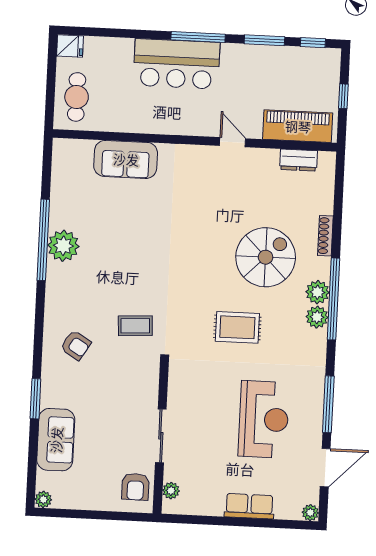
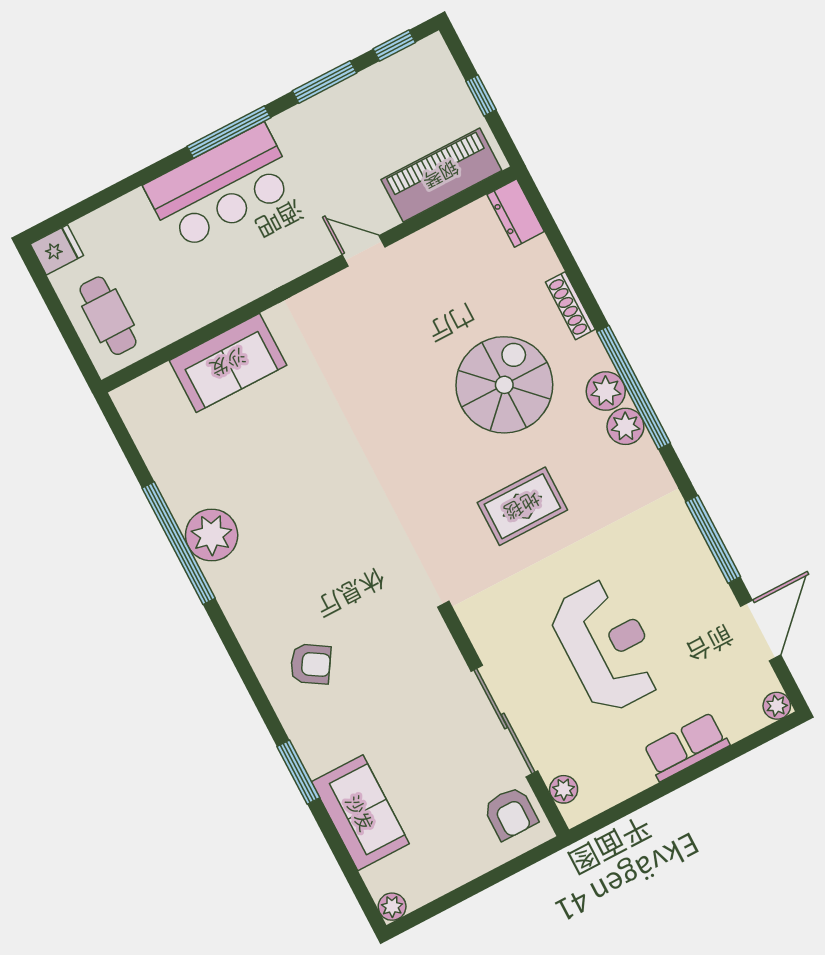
dresser: (299, 160) -> (516, 213), moved, turned 90
coffee table: (135, 326) -> (378, 588), removed
reception desk: (264, 419) -> (607, 646), moved
sliding door: (161, 436) -> (504, 721), width x1.37

